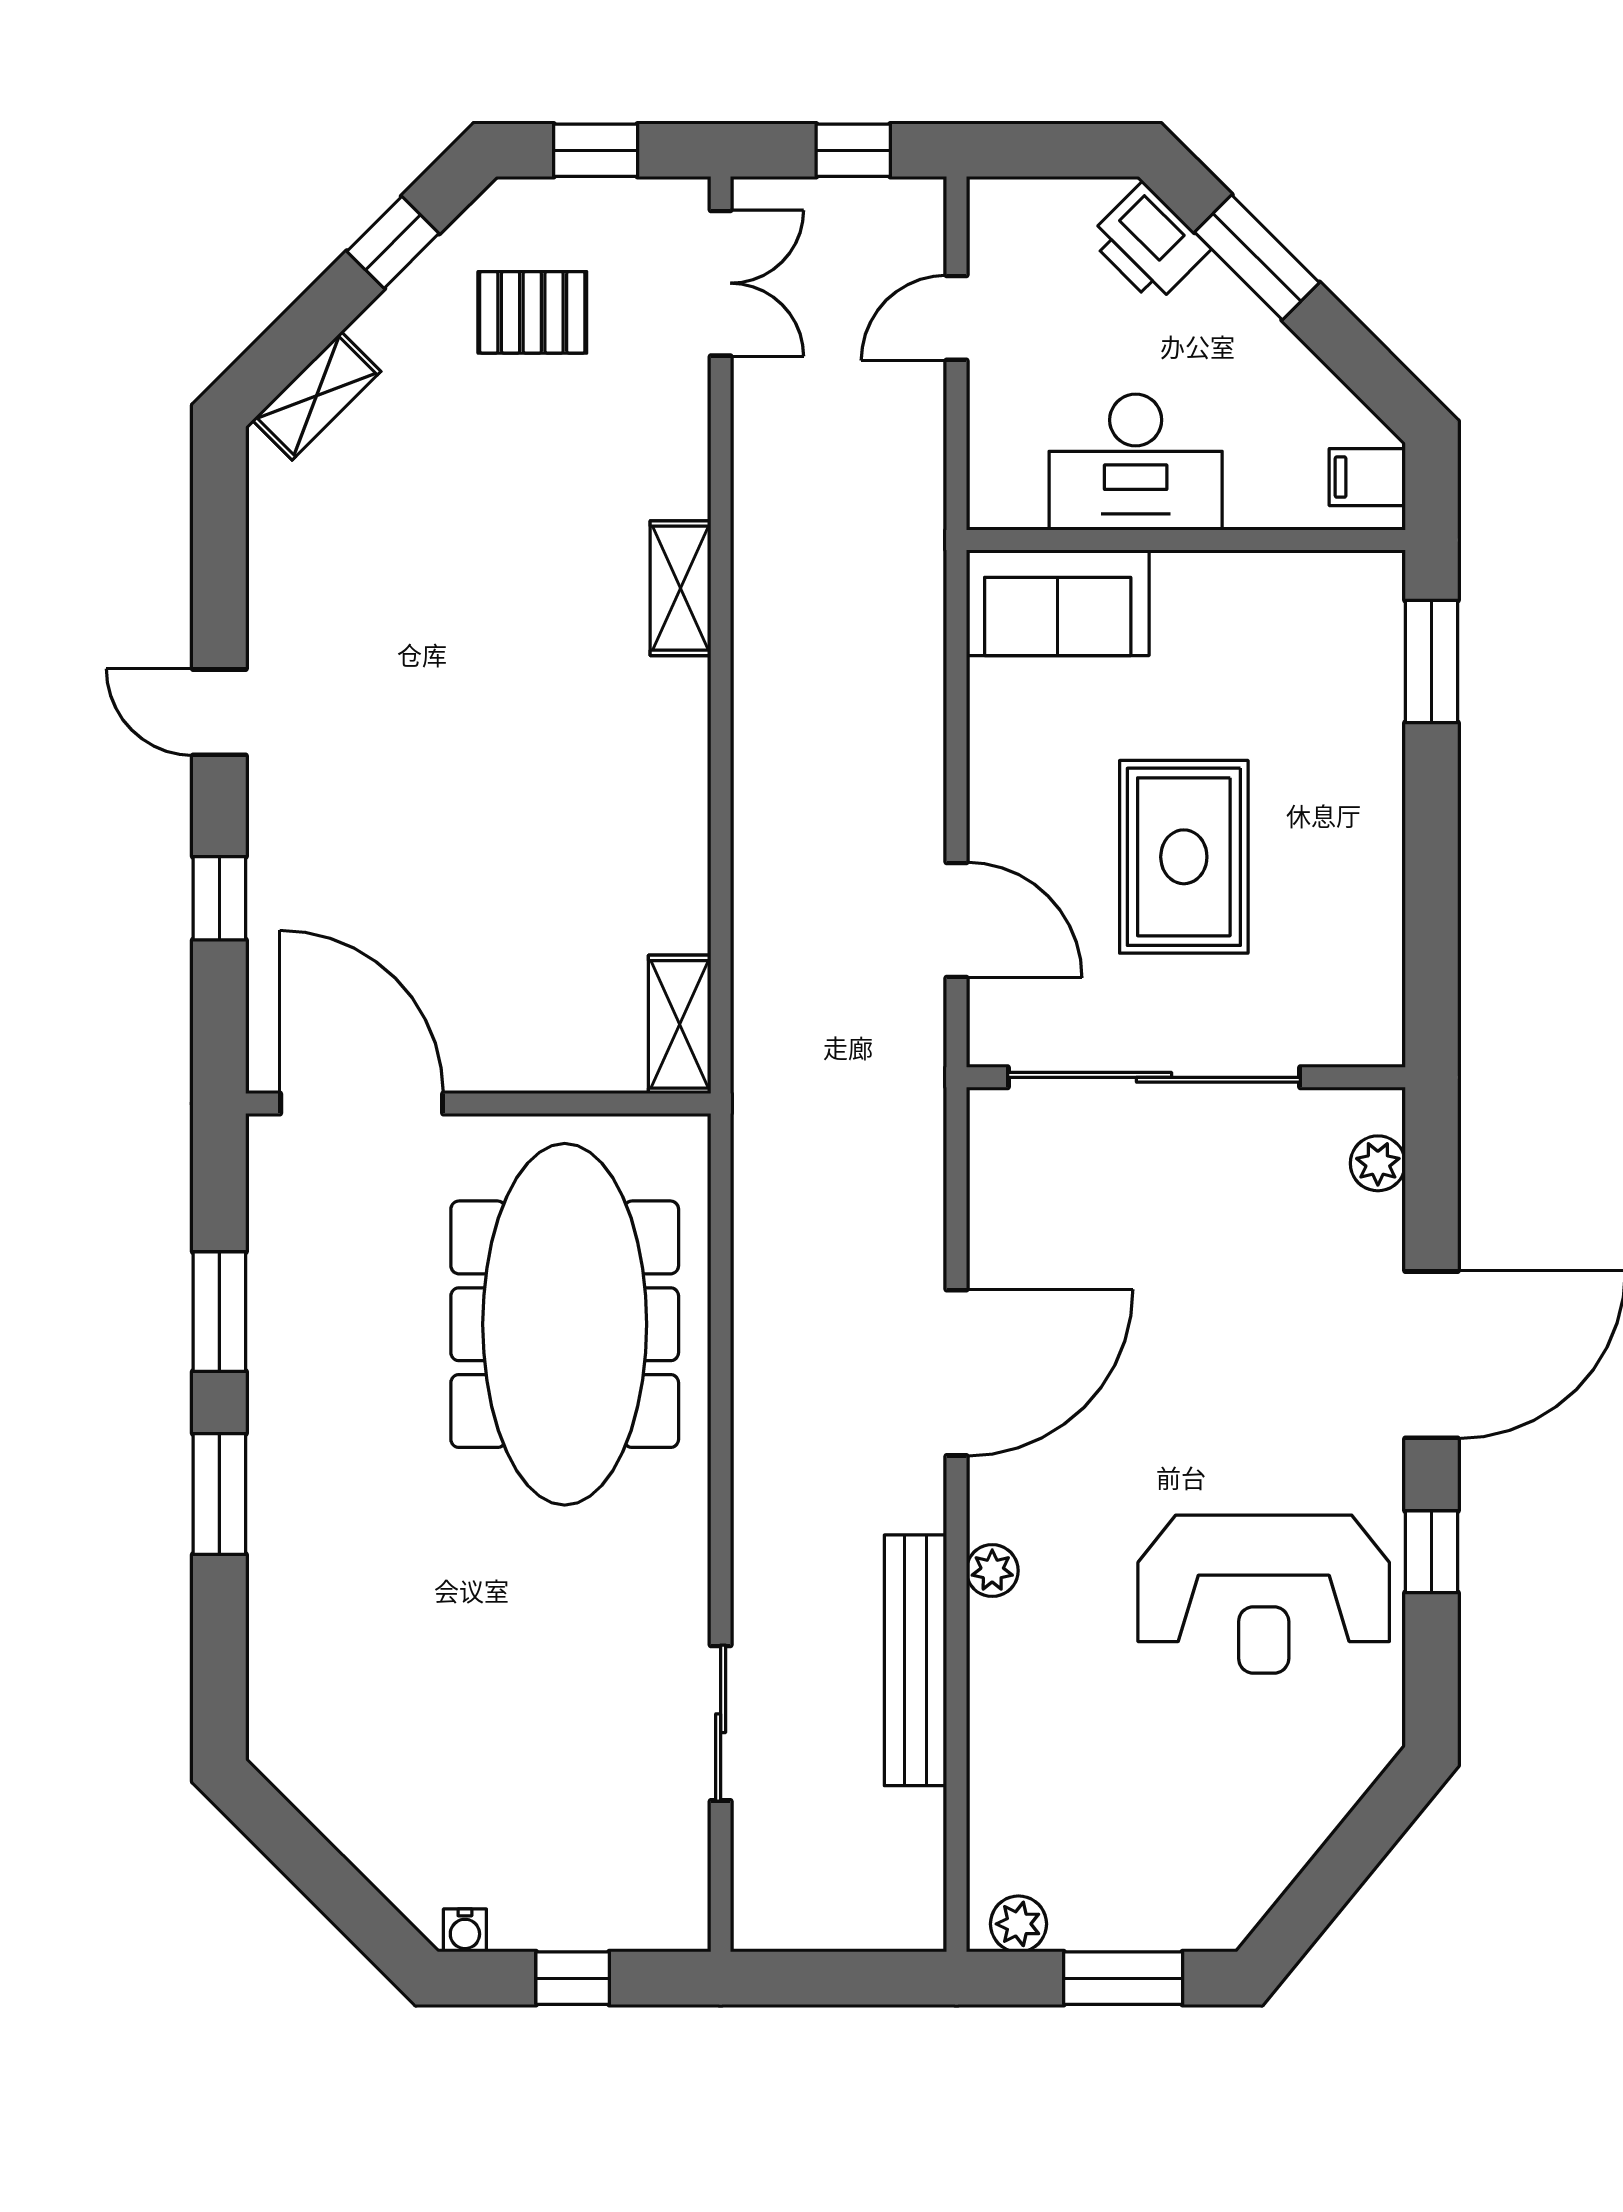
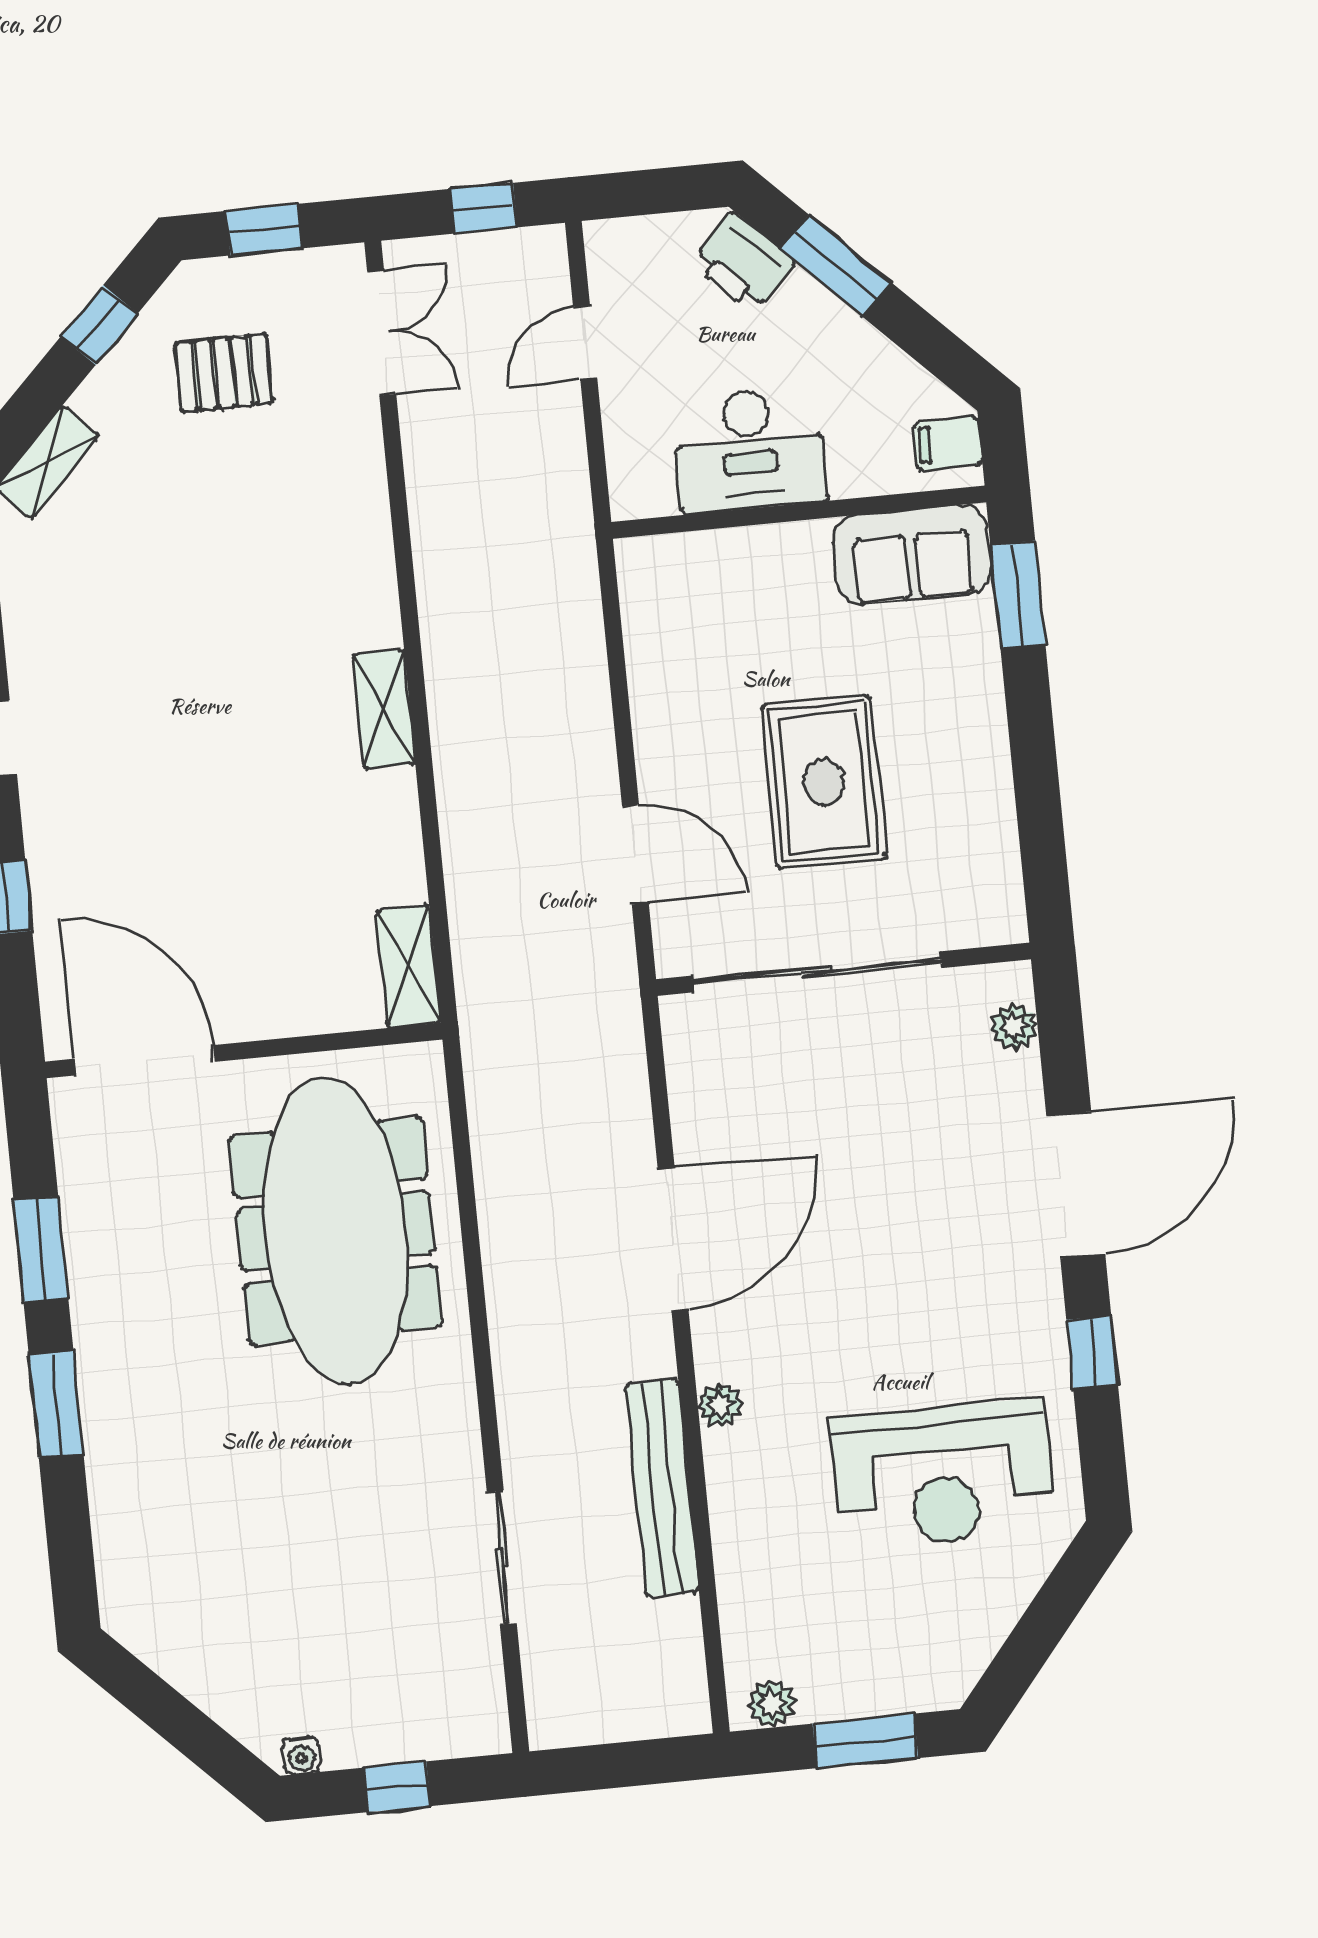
shelving: (680, 588) -> (384, 709), moved
sofa: (1058, 603) -> (912, 555), moved
reception desk: (1264, 1594) -> (943, 1475), moved

